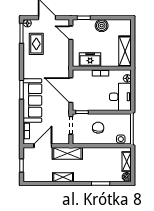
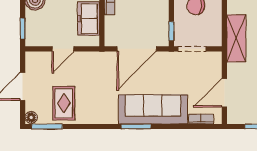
door: (71, 33) -> (63, 49), moved
rug: (36, 44) -> (64, 103), turned 90
door: (43, 146) -> (224, 93), hinge flipped
shelving: (67, 153) -> (236, 38), moved

